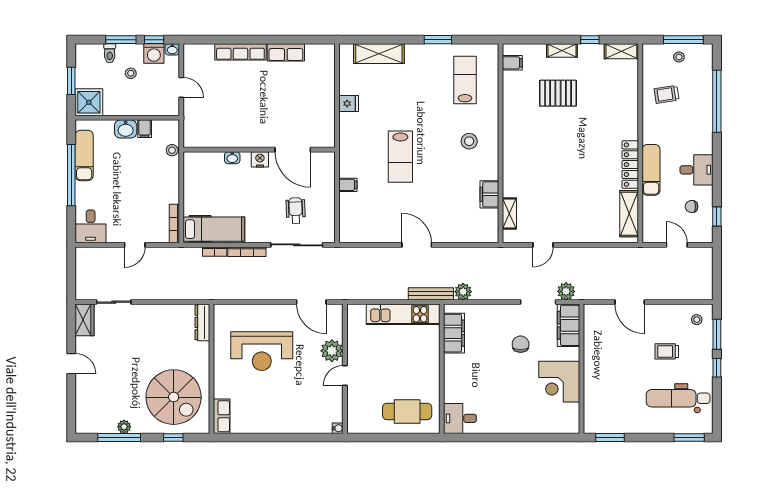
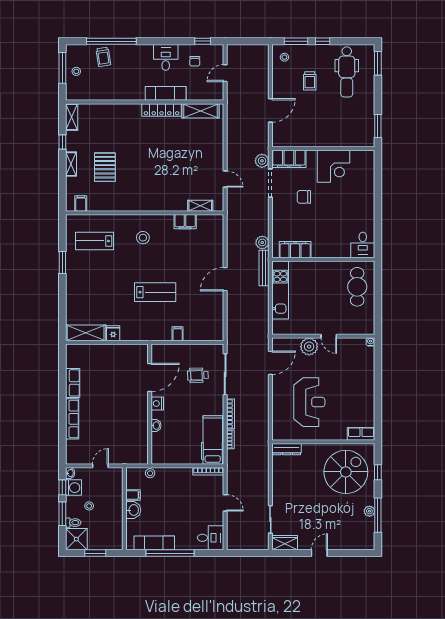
shelving: (379, 54) -> (86, 333), moved, turned 90
trolley: (667, 94) -> (103, 57), moved
shower: (89, 102) -> (76, 539), moved

